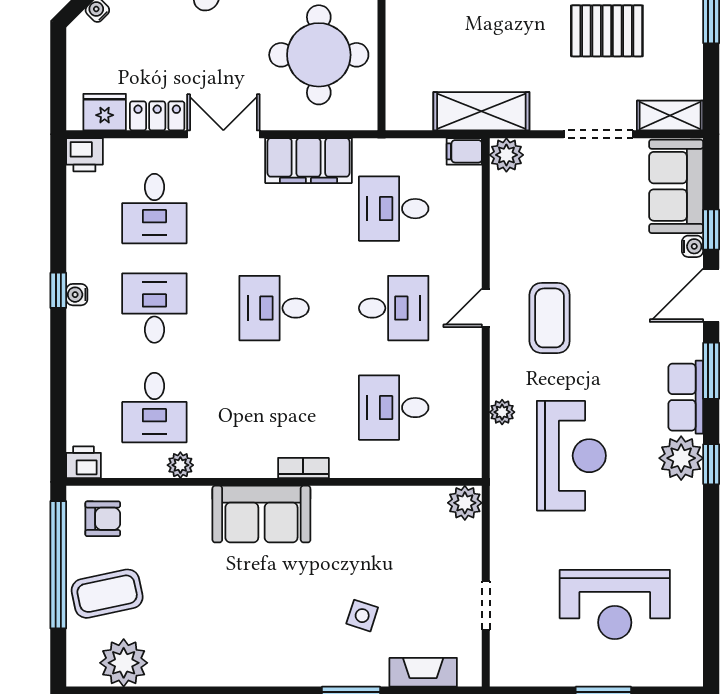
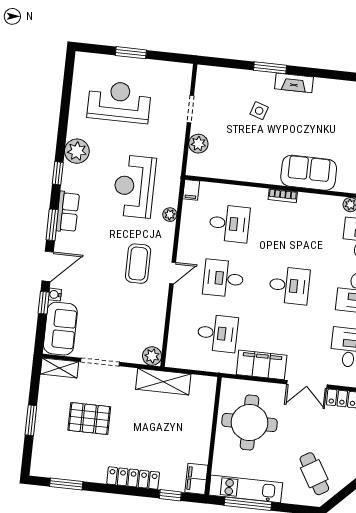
filing cabinet: (464, 151) -> (191, 190), moved, turned 90
plant: (681, 458) -> (77, 151), moved
plant: (465, 503) -> (198, 144), moved
fireplace: (423, 672) -> (294, 83), moved

